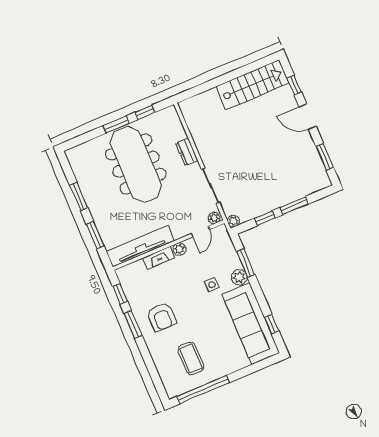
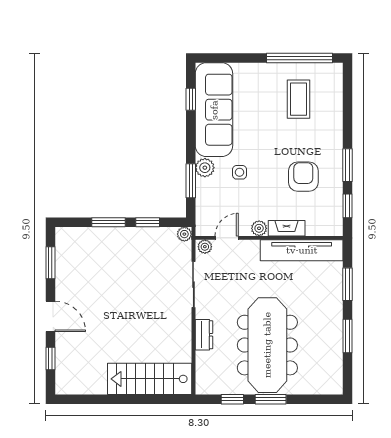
stairs: (252, 85) -> (150, 379), moved
armchair: (162, 317) -> (303, 177), moved

